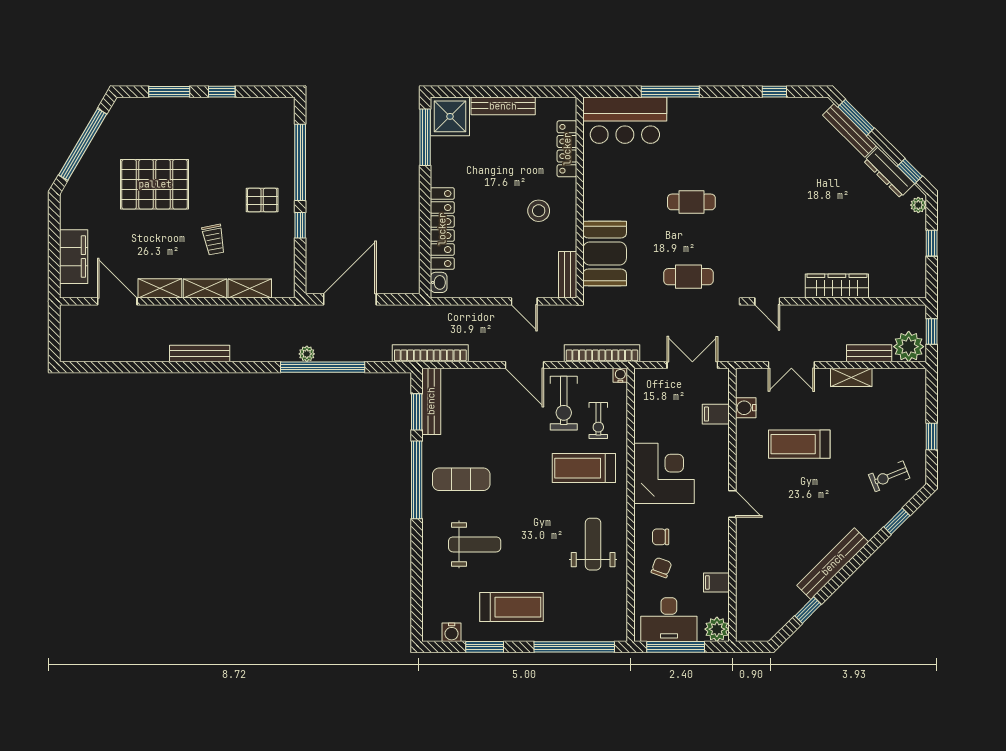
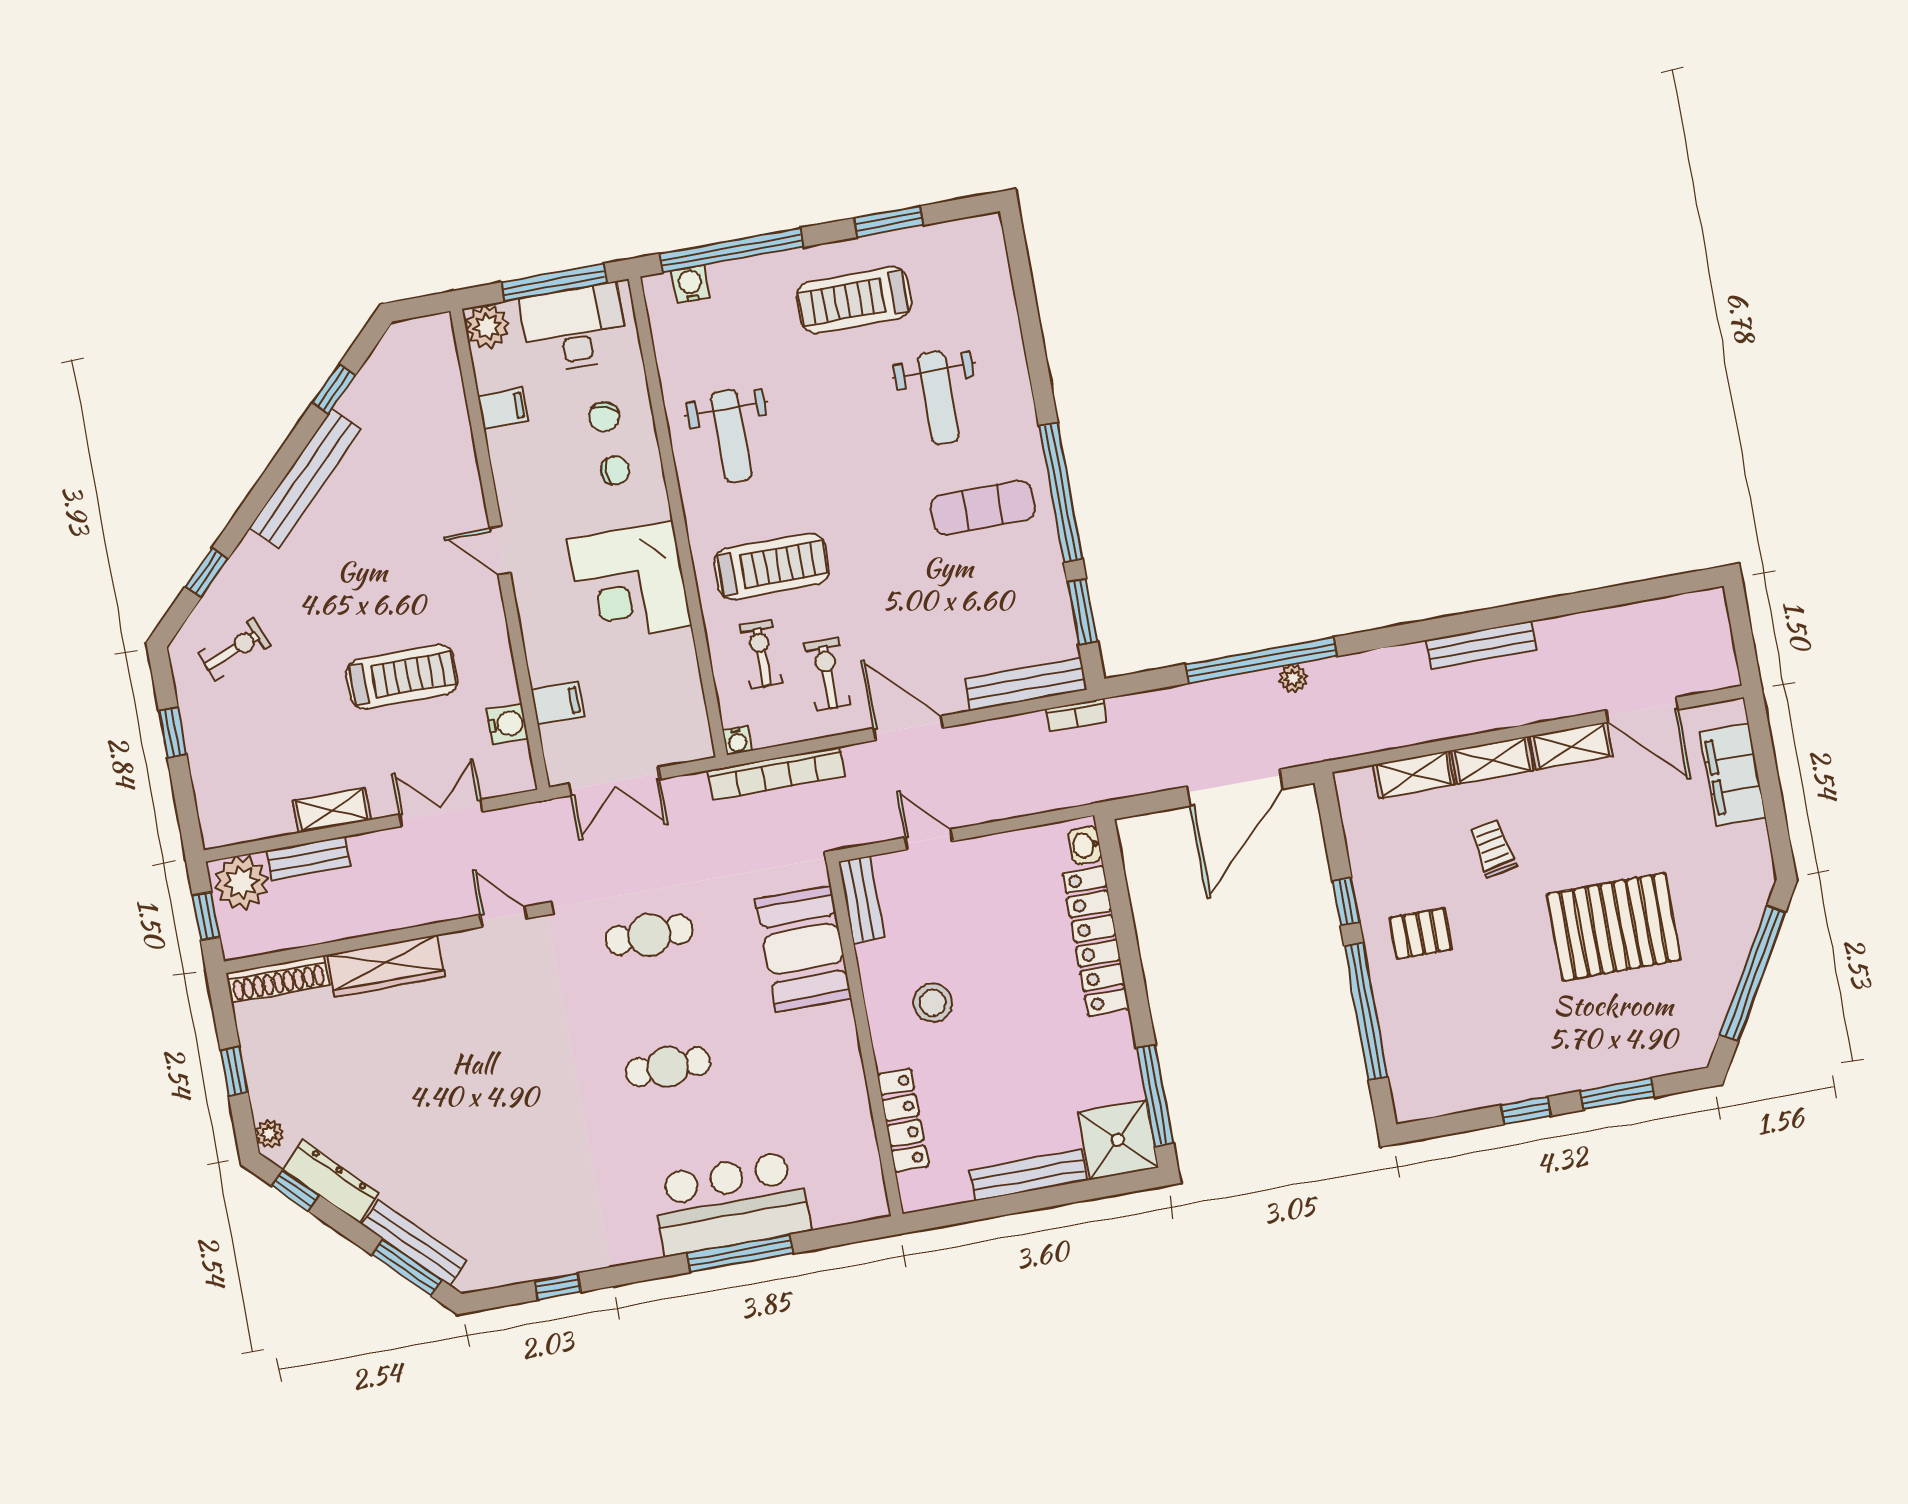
bar counter: (625, 120) -> (731, 1203), moved
shoe rack: (898, 290) -> (278, 979), added
bookcase: (430, 353) -> (1076, 715), width x0.43, depth x0.76
bench: (431, 401) -> (1026, 684), moved, turned 90
exercise bike: (564, 403) -> (827, 674), width x0.73, depth x0.72
weight bench: (475, 544) -> (939, 398), turned -90
water cooler: (452, 632) -> (690, 284), moved

